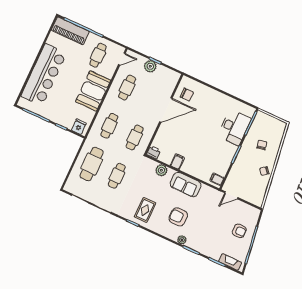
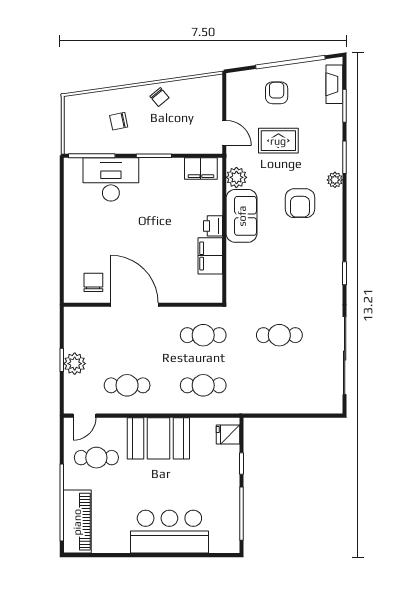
door: (122, 59) -> (84, 416), swing flipped
bar counter: (44, 75) -> (169, 532), width x0.73
printer: (154, 152) -> (213, 226), moved
filing cabinet: (177, 162) -> (210, 256), width x2.00
cafe table: (92, 164) -> (279, 385), removed
plant: (161, 170) -> (236, 177), moved
filing cabinet: (217, 179) -> (201, 169), width x2.00
rug: (145, 210) -> (278, 141), moved

